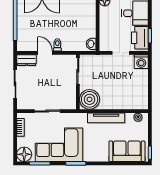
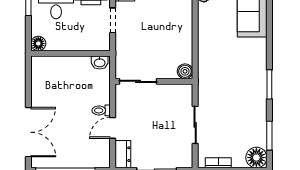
boiler: (90, 99) -> (185, 71), width x0.54, depth x0.54
tv unit: (106, 118) -> (205, 41), removed
corner sofa: (59, 145) -> (243, 108), removed

